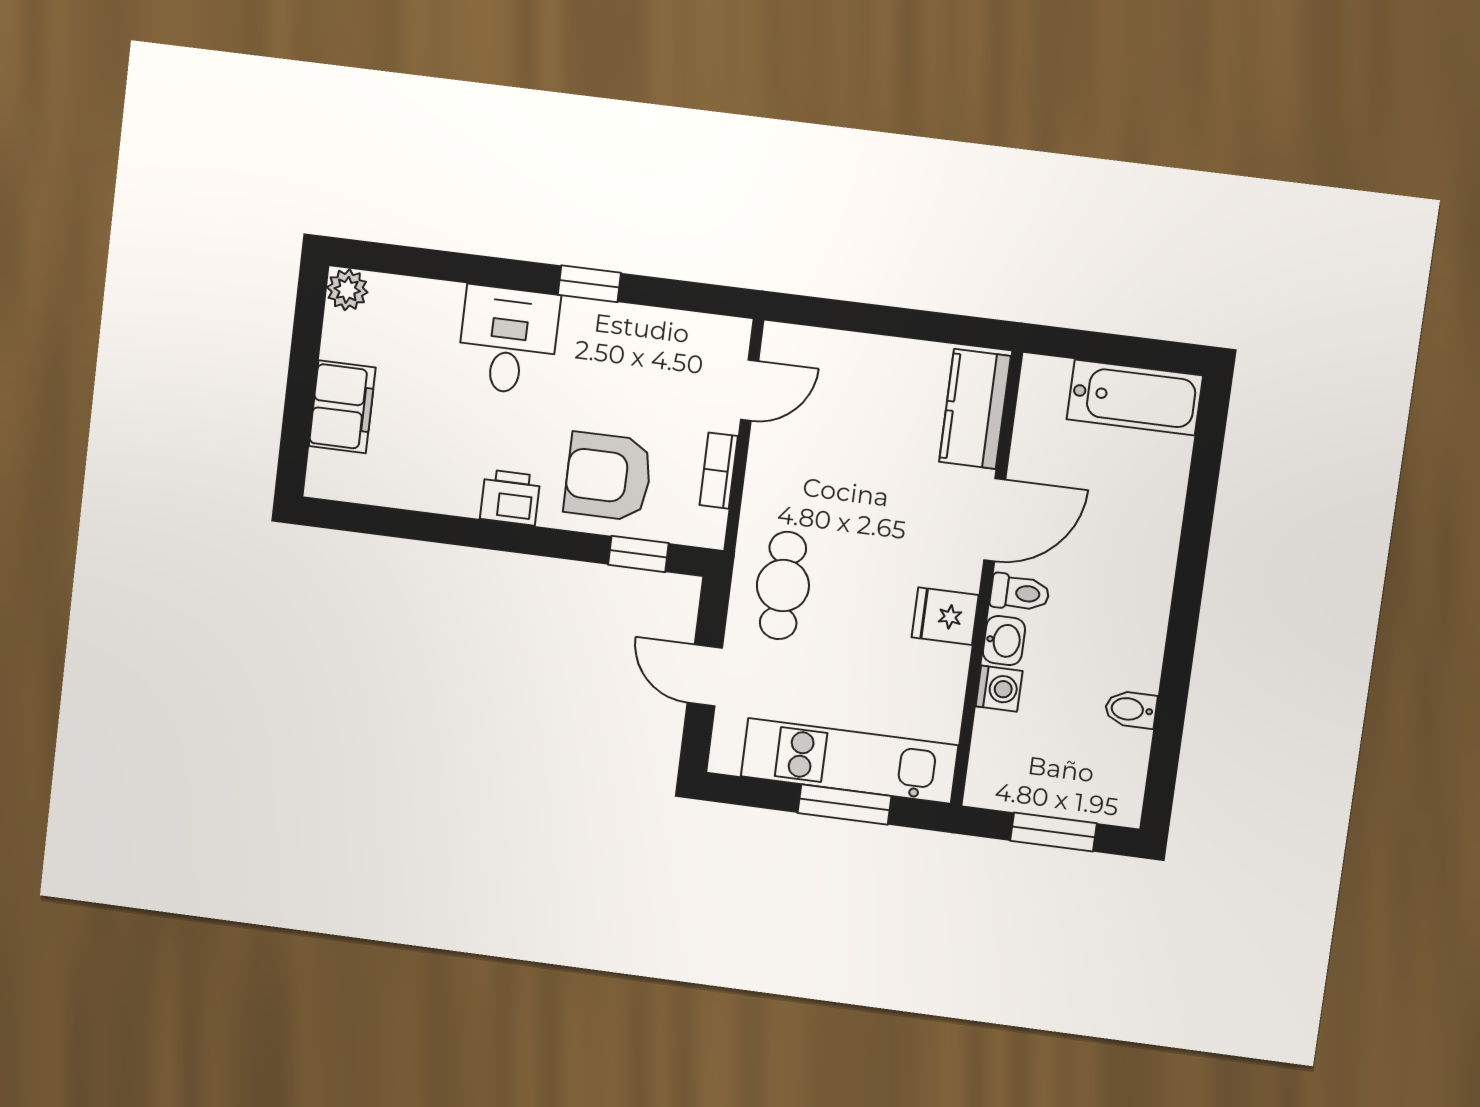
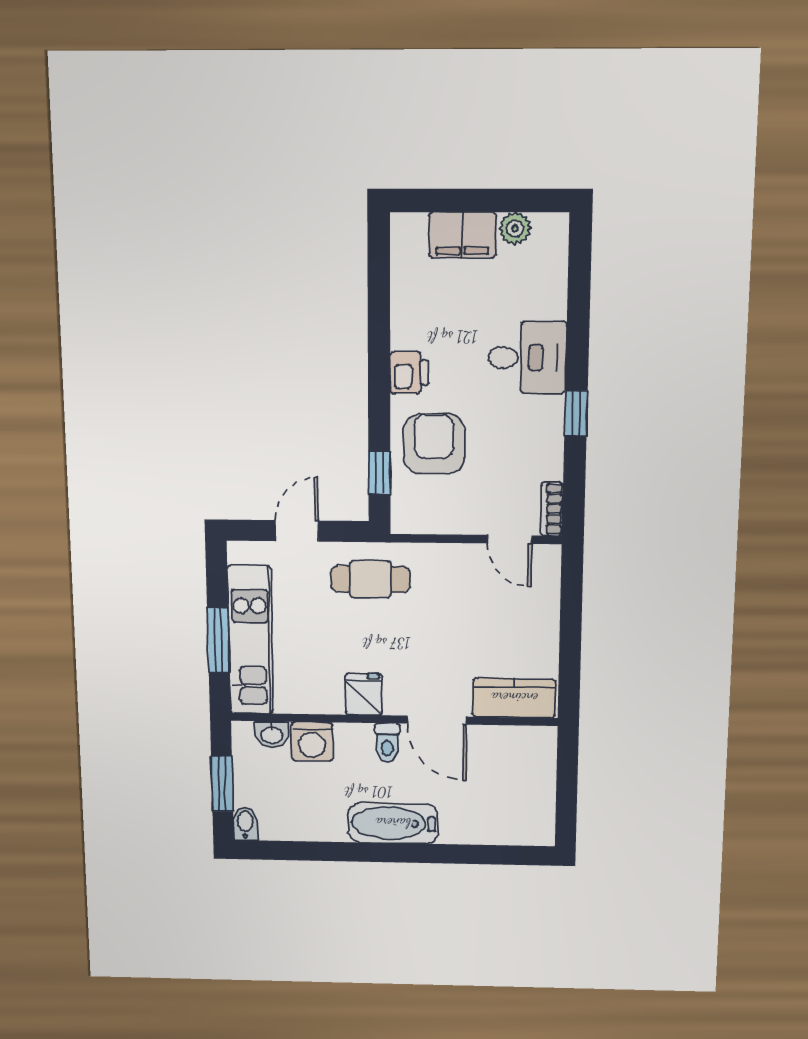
plant: (347, 290) -> (515, 228), moved
bathtub: (1135, 397) -> (393, 823), moved, turned 90
bookcase: (719, 471) -> (552, 509), moved, turned -90
washbasin: (1004, 641) -> (272, 735), moved
washing machine: (999, 689) -> (312, 742), width x1.38, depth x1.38
bidet: (1131, 709) -> (245, 824), moved

